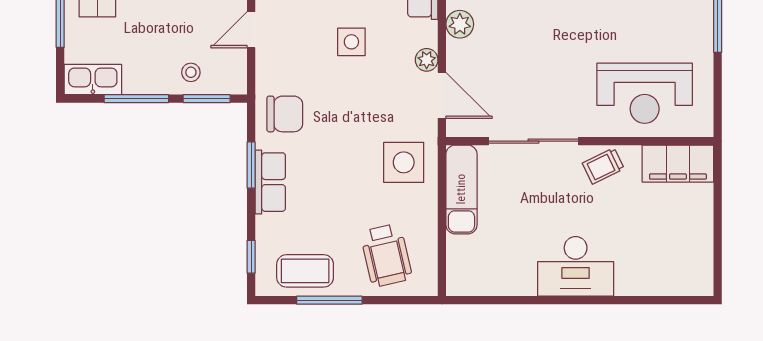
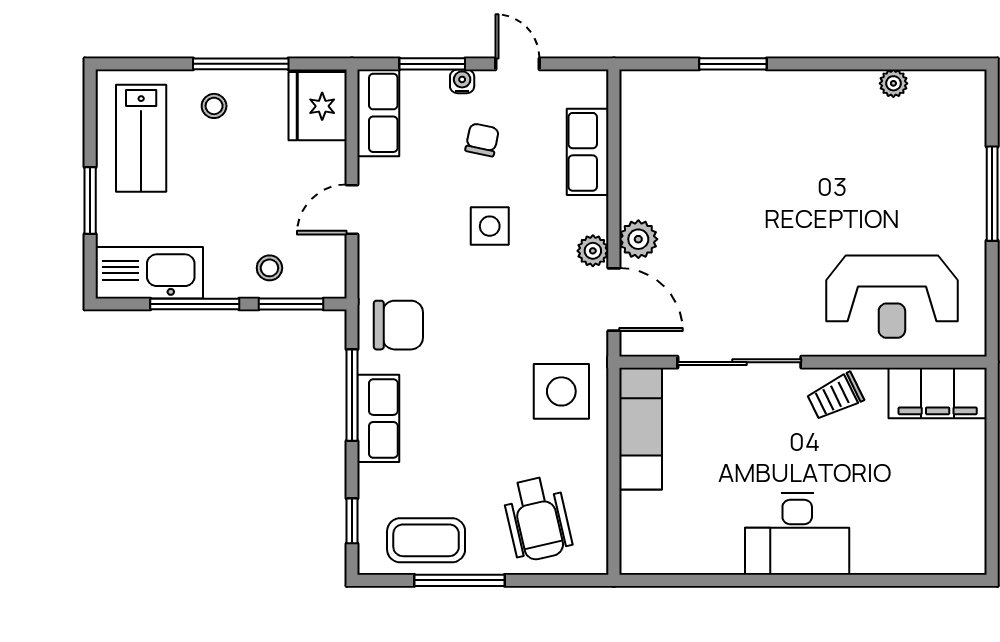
plant: (460, 24) -> (638, 239), moved
kitchen sink: (93, 80) -> (149, 273), width x1.36, depth x1.24
window: (251, 165) -> (352, 395), width x1.44

